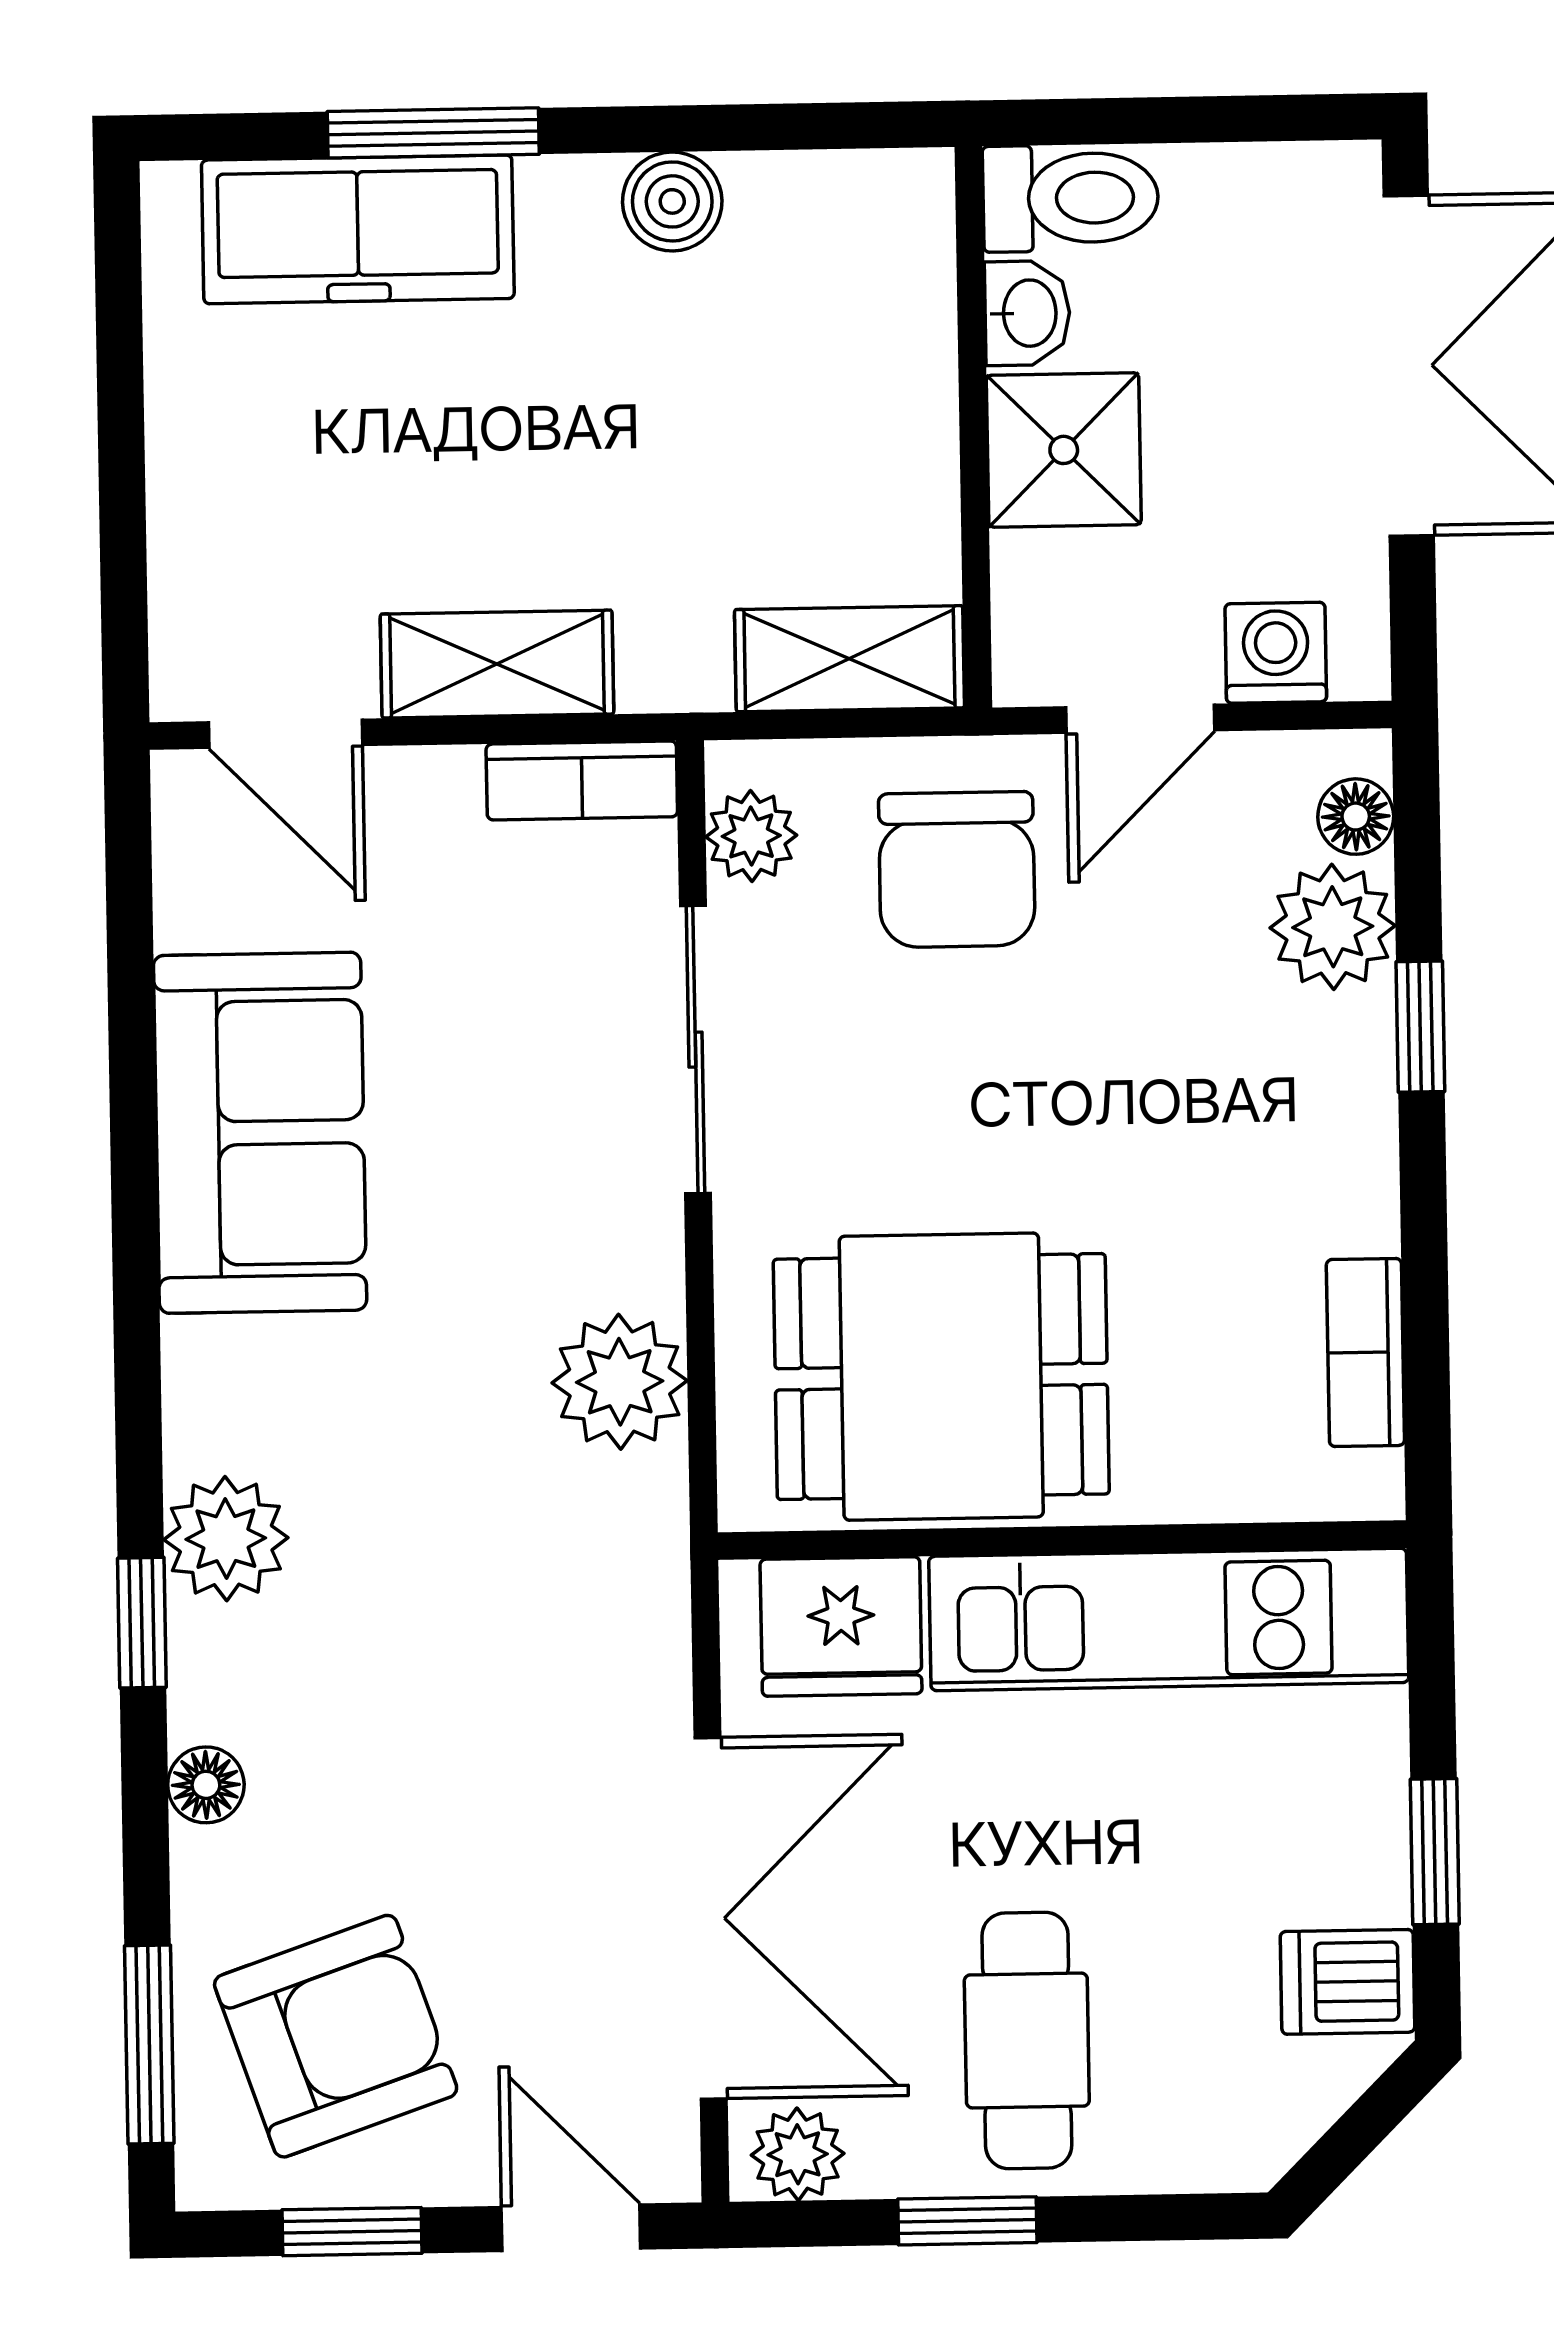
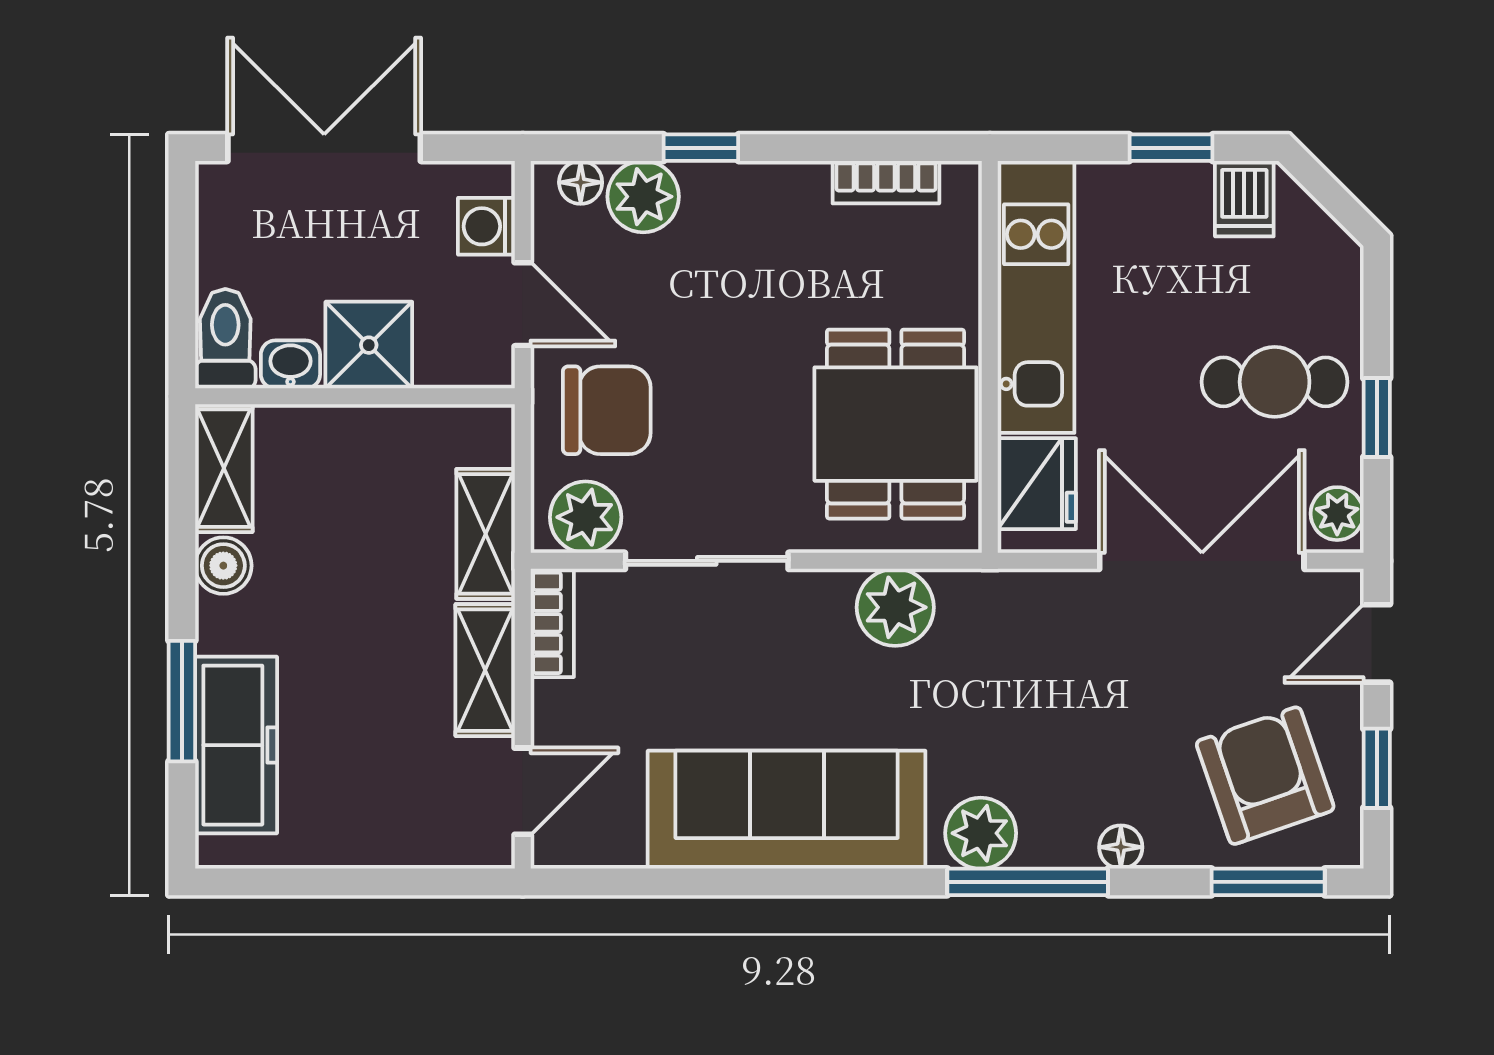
shelving: (843, 199) -> (224, 468), added
shelving: (849, 659) -> (486, 534), moved
plant: (751, 836) -> (586, 517), width x1.38, depth x1.38
sofa: (260, 1133) -> (787, 810), width x1.36
window: (142, 1623) -> (1028, 882), width x2.17

